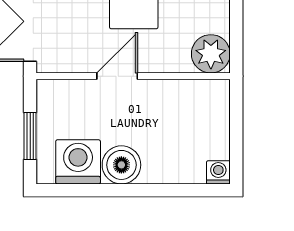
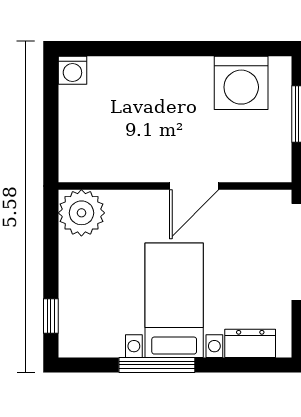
boiler: (121, 165) -> (189, 79), removed

